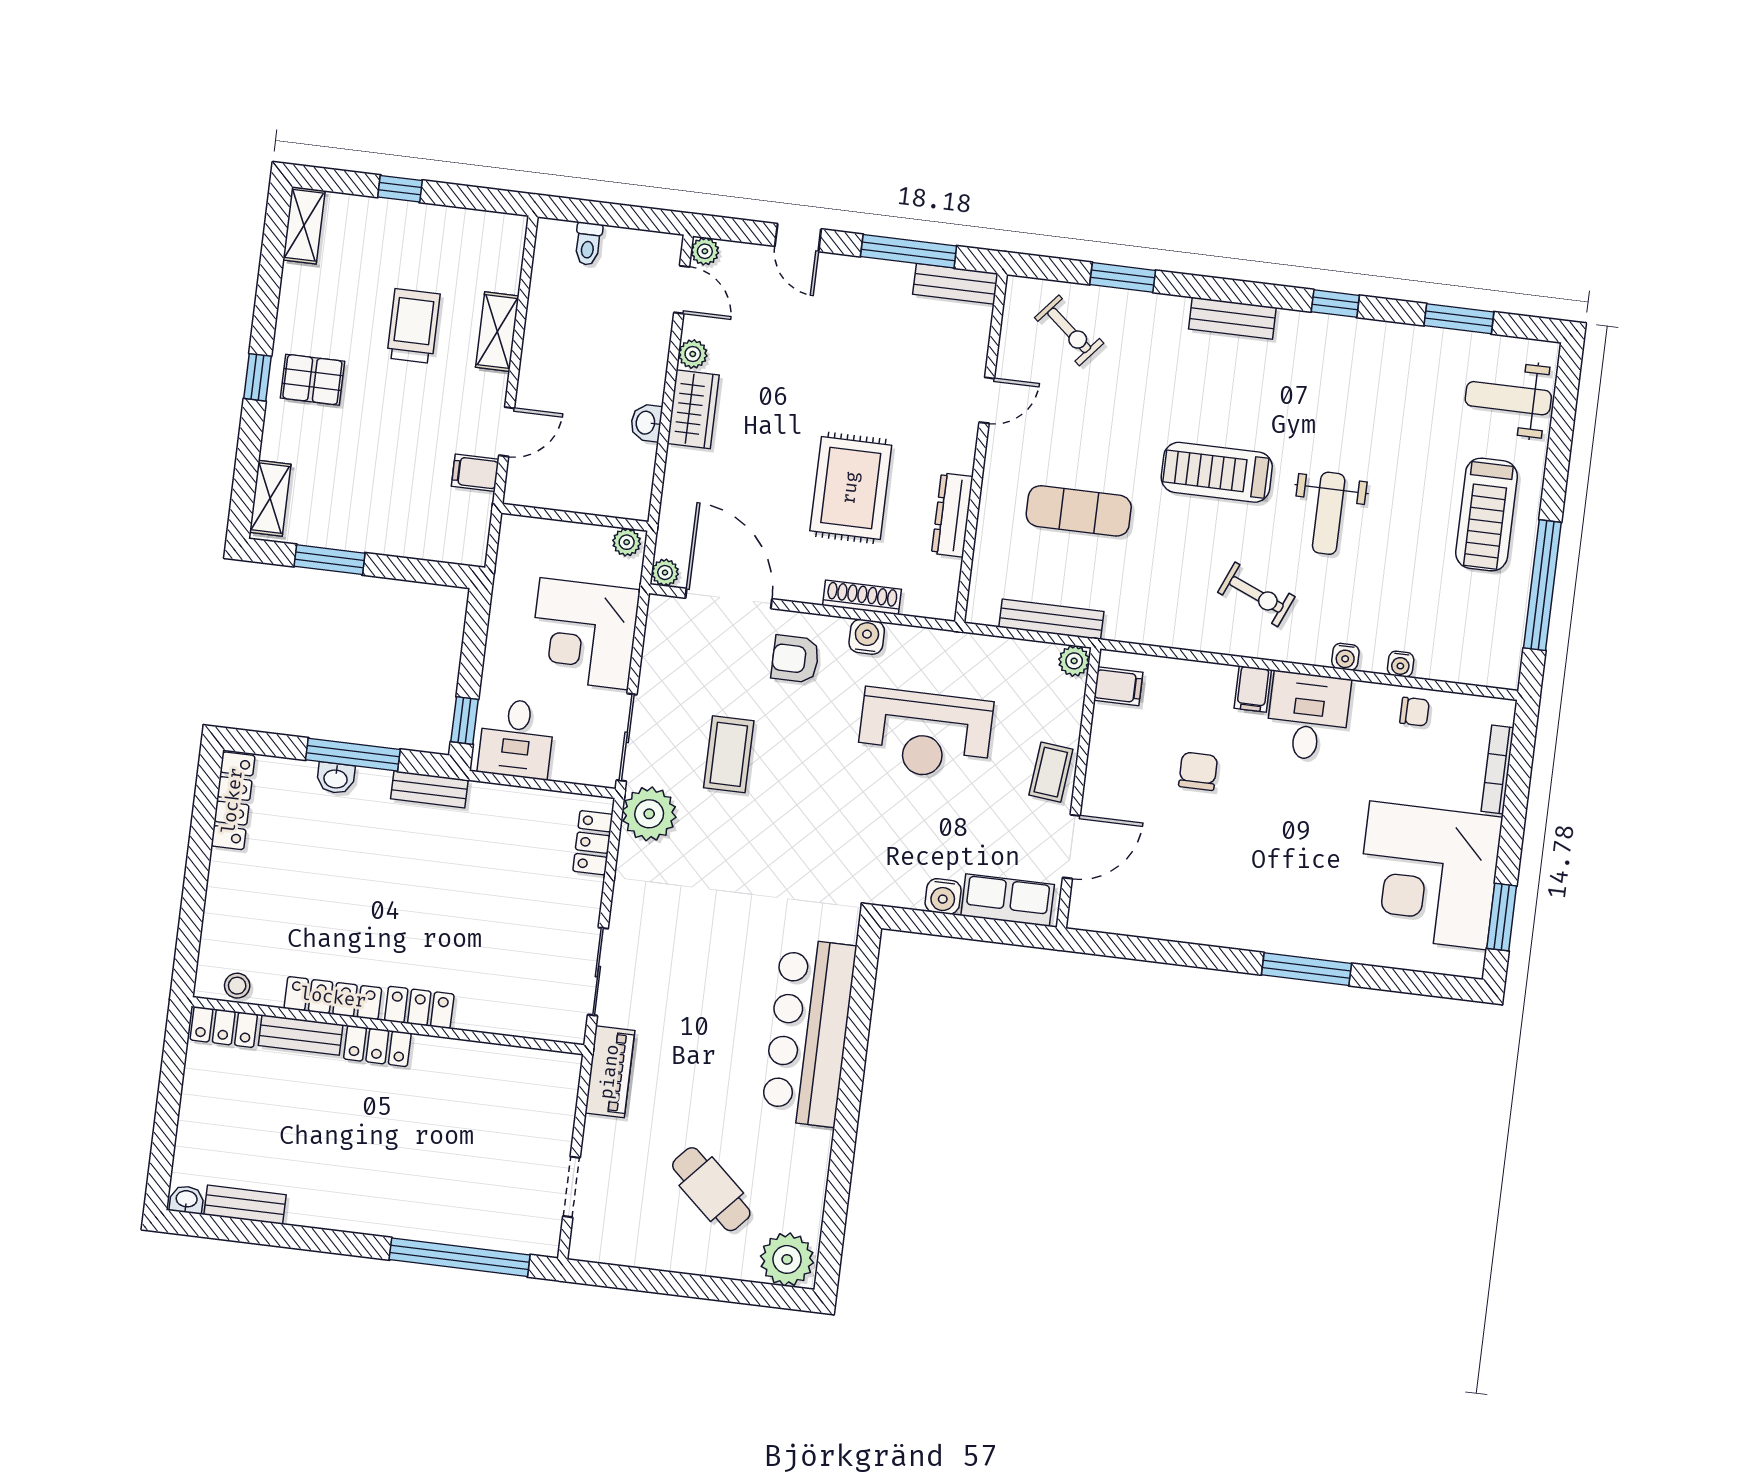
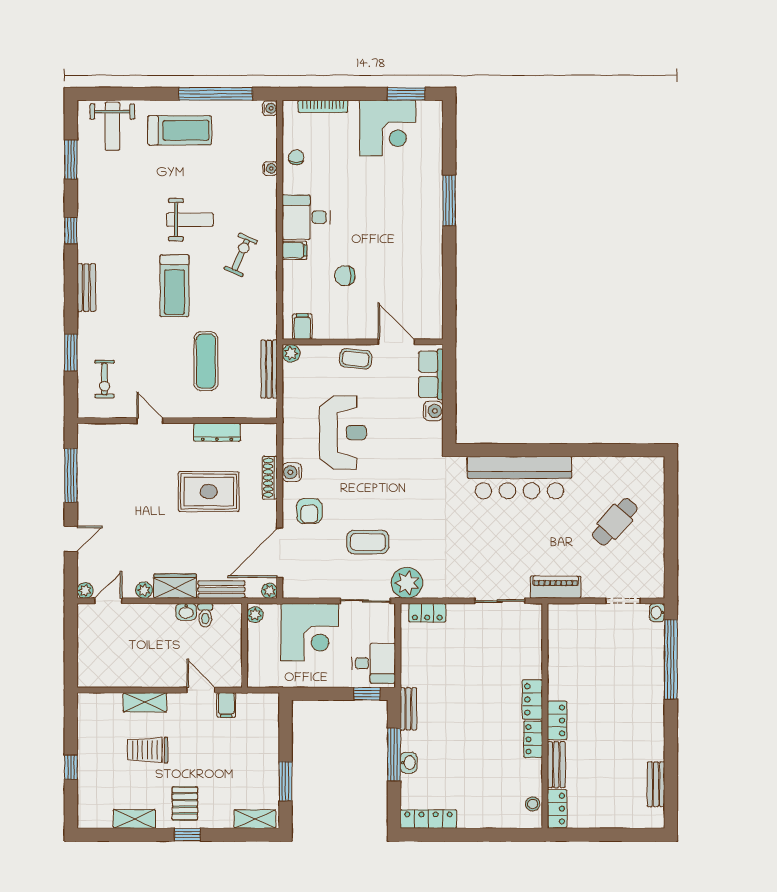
shelving: (304, 225) -> (134, 819), moved
toilet: (588, 244) -> (205, 615), moved, turned 90
bench: (955, 284) -> (221, 590), moved, turned 90
exercise bike: (1069, 330) -> (104, 379), turned 140
water cooler: (1345, 657) -> (270, 108), moved
corner desk: (1428, 875) -> (388, 128), width x0.74, depth x0.74
locker: (333, 998) -> (533, 739), width x0.66
washbasin: (187, 1200) -> (657, 613), moved
plant: (787, 1259) -> (649, 474), removed

